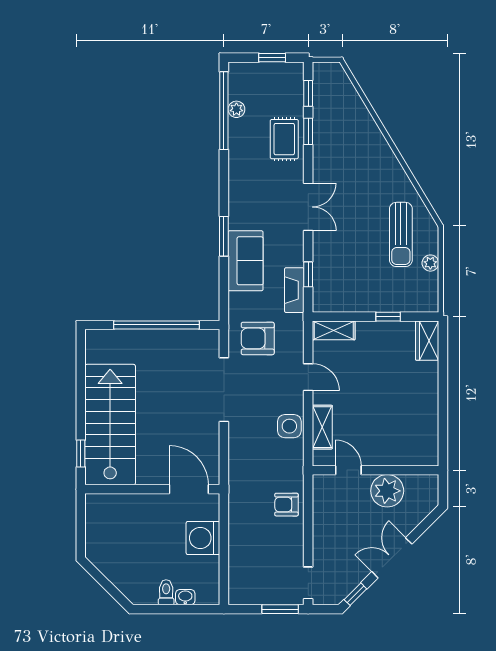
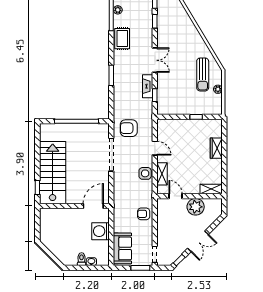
rug: (284, 139) -> (122, 39), moved
sofa: (246, 261) -> (122, 248), moved
fireplace: (294, 290) -> (148, 86), moved
shelving: (334, 330) -> (211, 189), moved
wardrobe: (427, 341) -> (216, 148), moved
door: (189, 489) -> (93, 206), hinge flipped
double door: (392, 558) -> (198, 241), swing flipped

